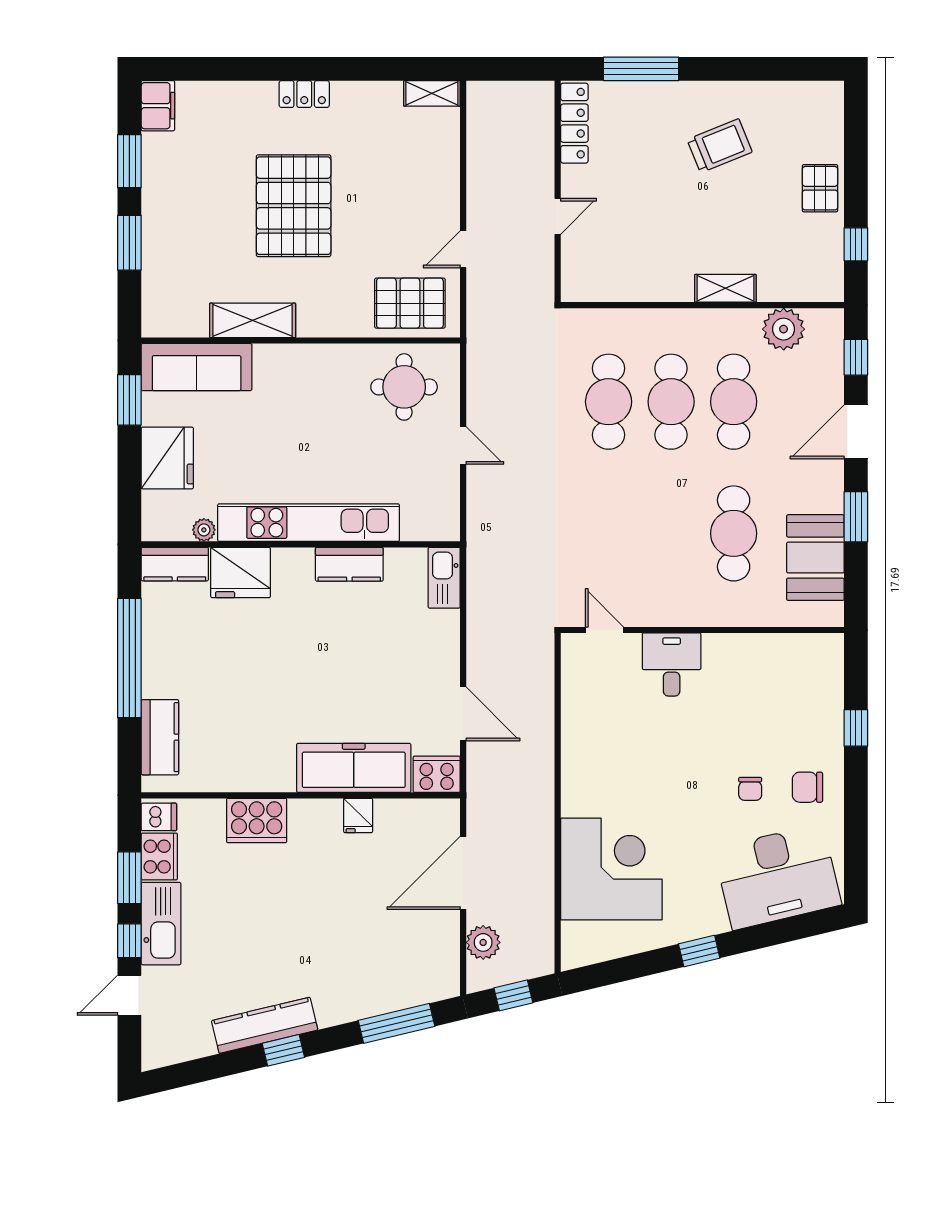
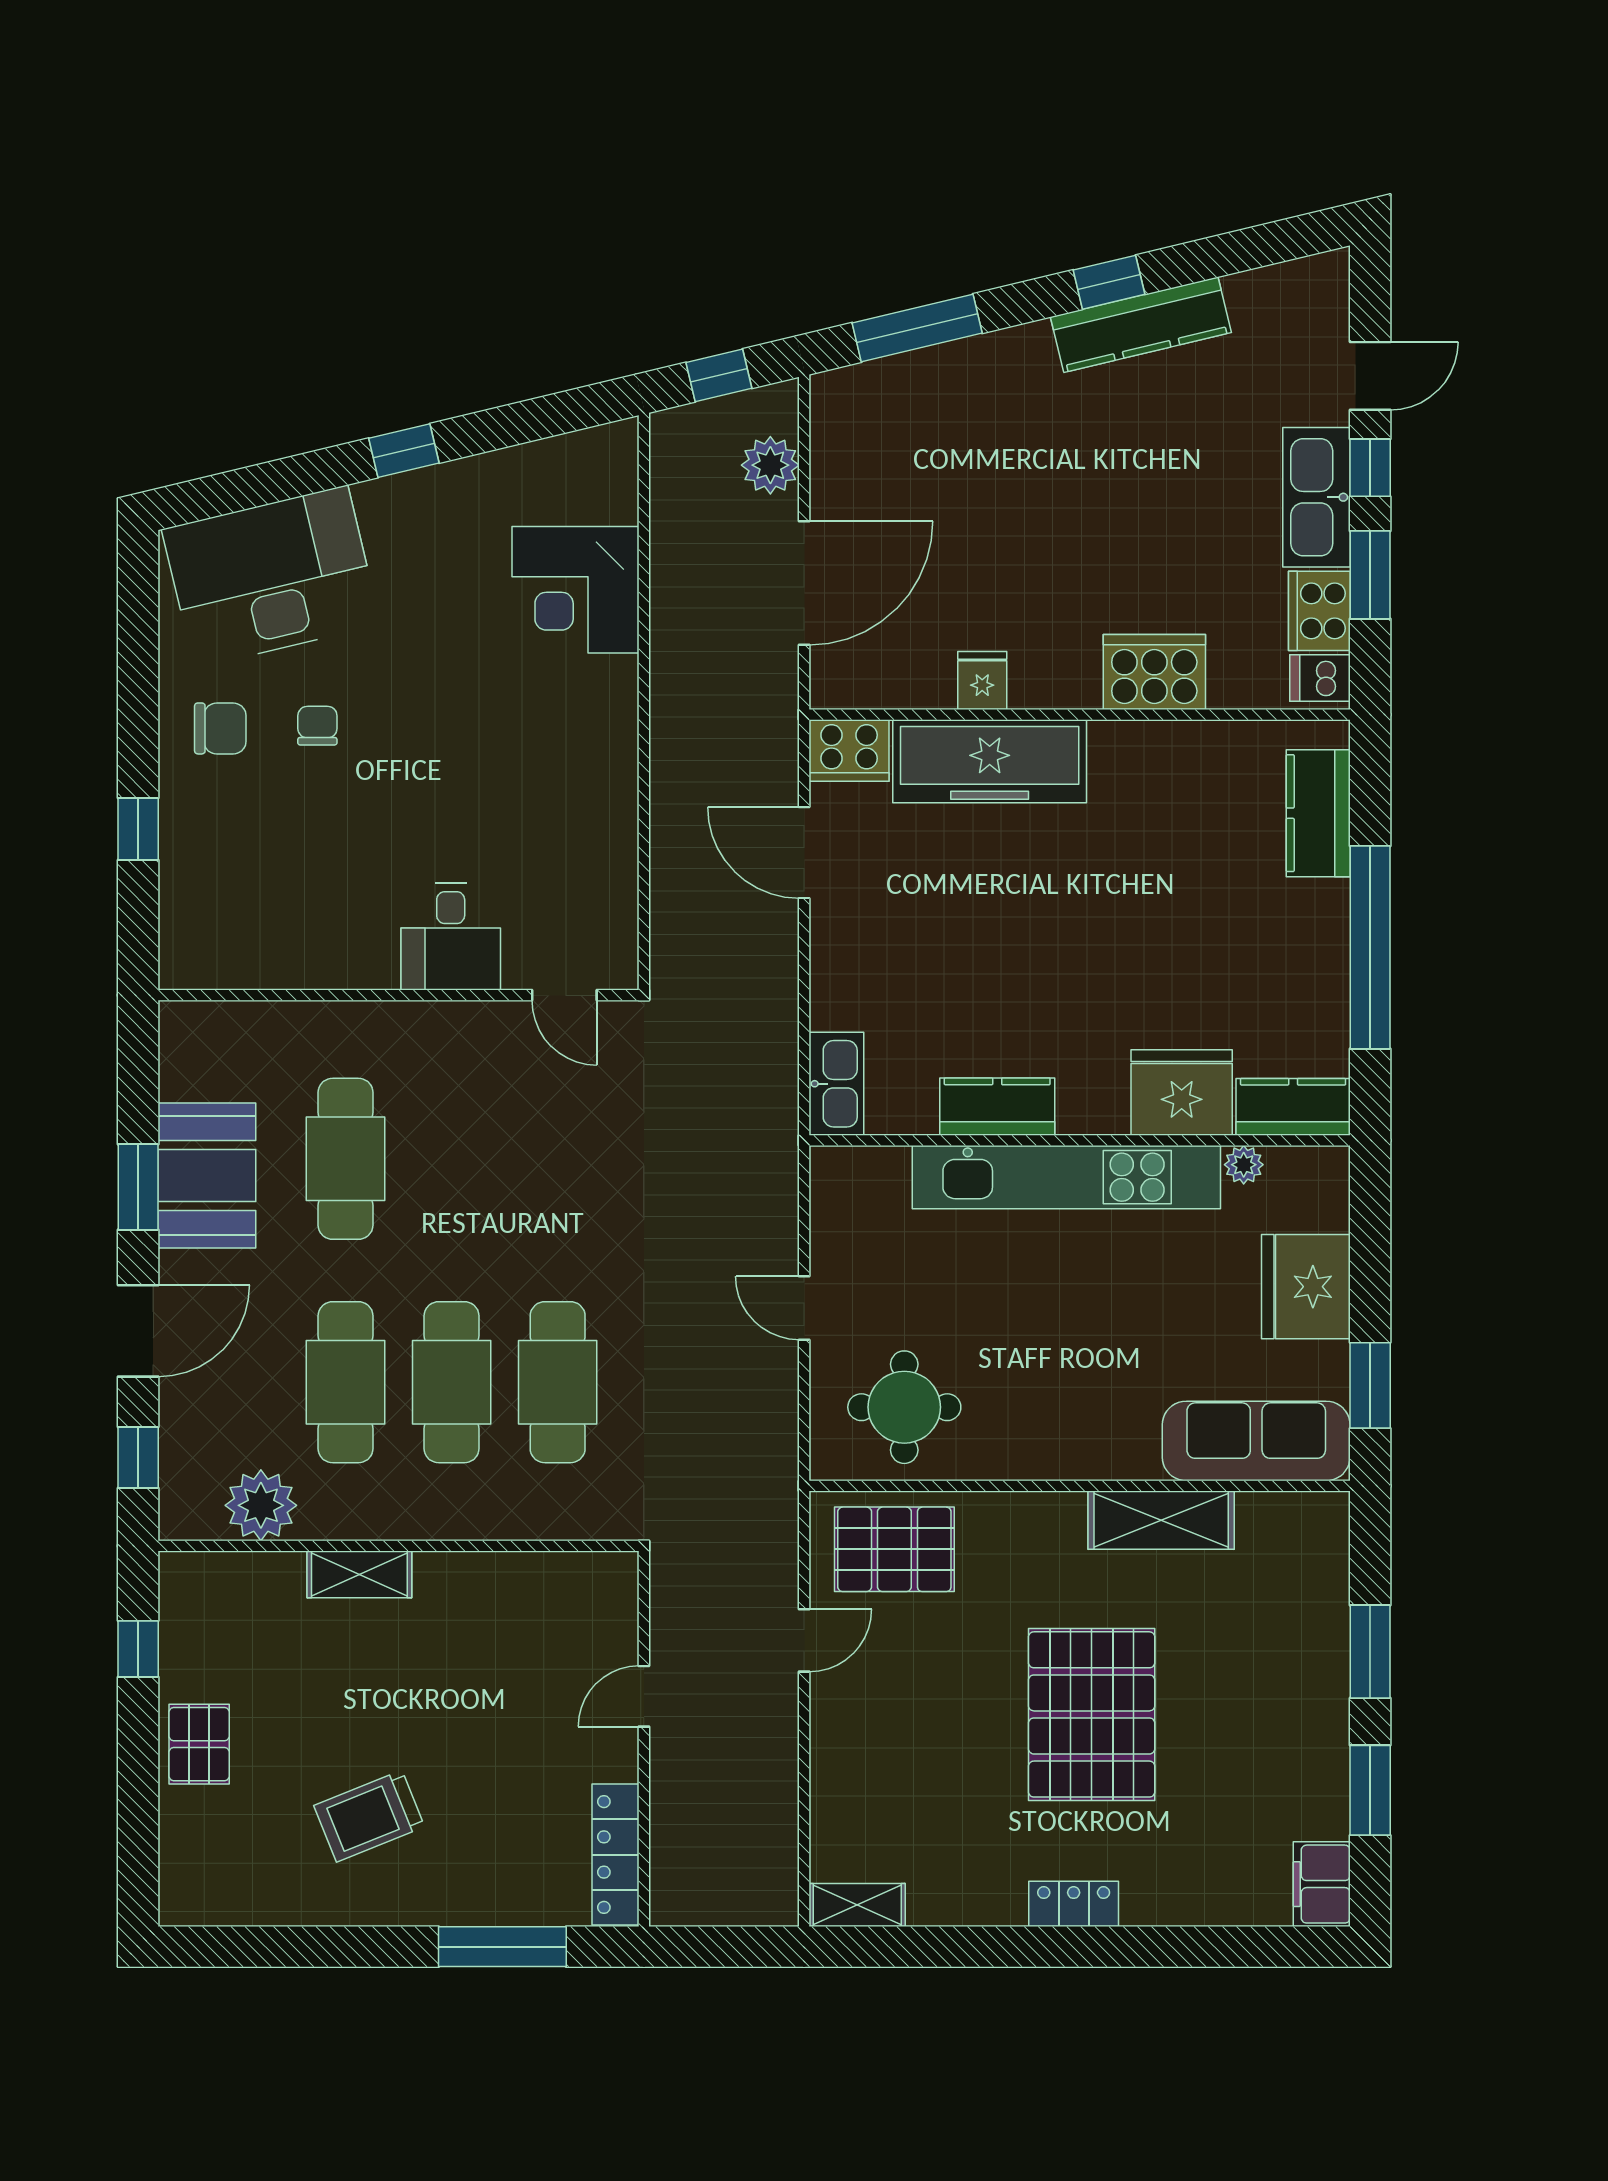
booth: (815, 558) -> (207, 1175), moved
corner desk: (611, 869) -> (576, 590), width x0.74, depth x0.74

